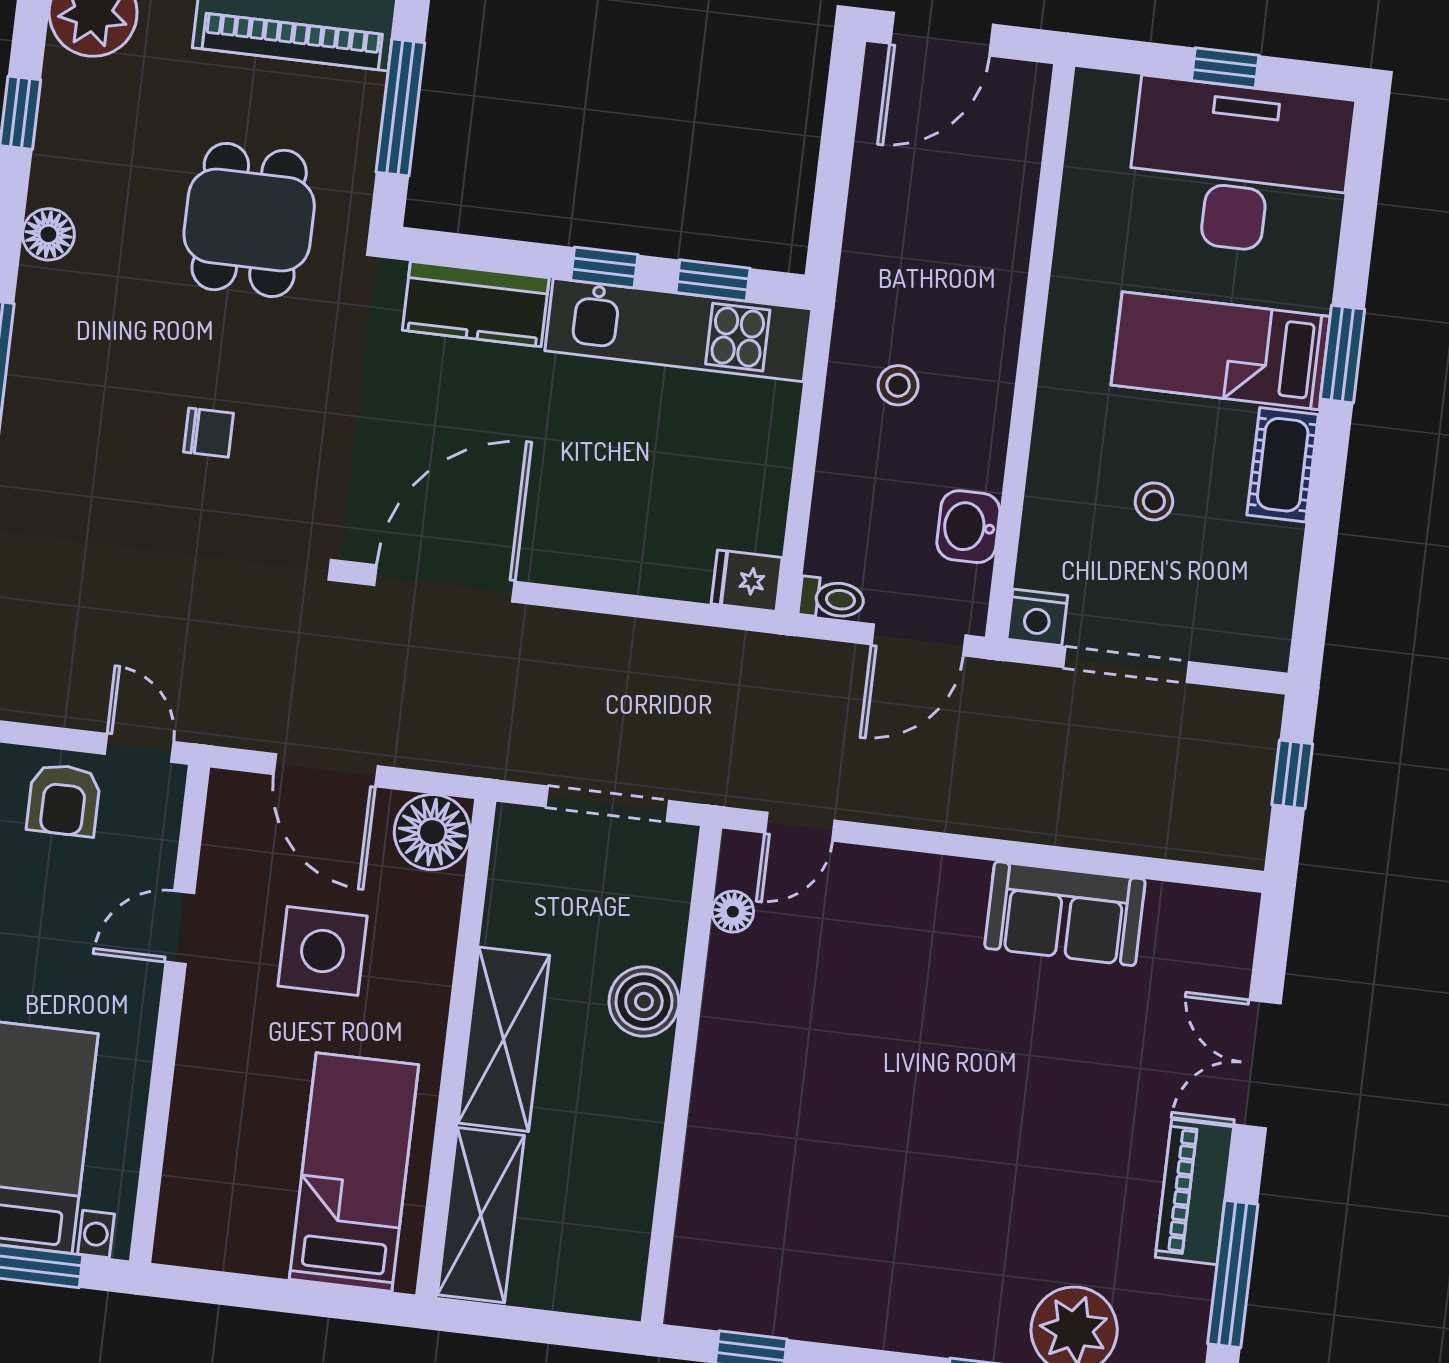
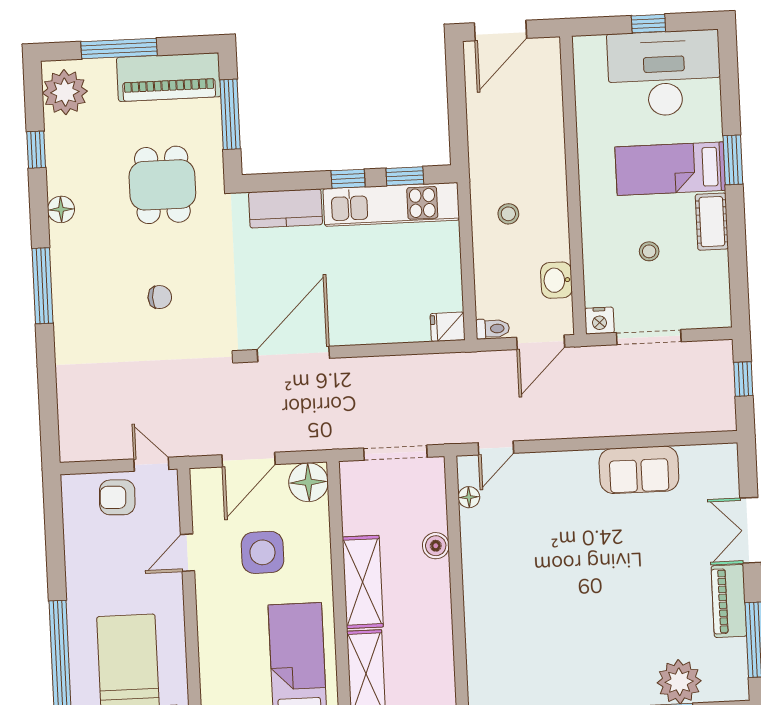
door: (326, 770) -> (249, 460), hinge flipped
armchair: (64, 800) -> (117, 497), turned 92
boiler: (644, 1002) -> (436, 546), width x0.73, depth x0.73

